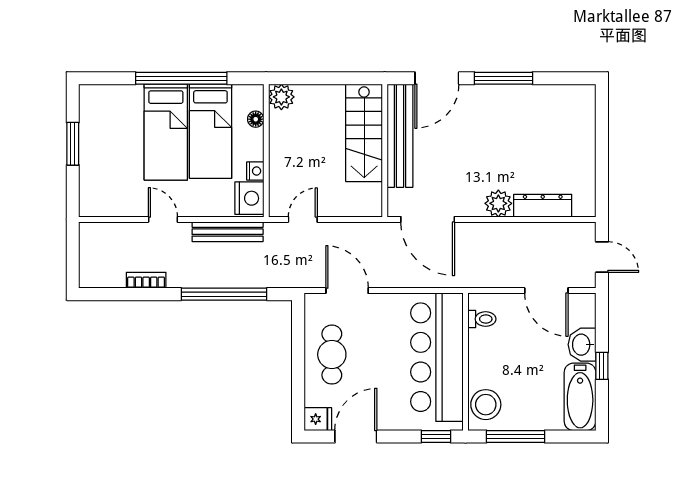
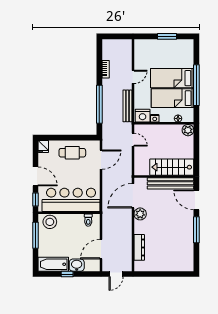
plant: (498, 203) -> (140, 214), moved
door: (356, 436) -> (35, 176), moved

